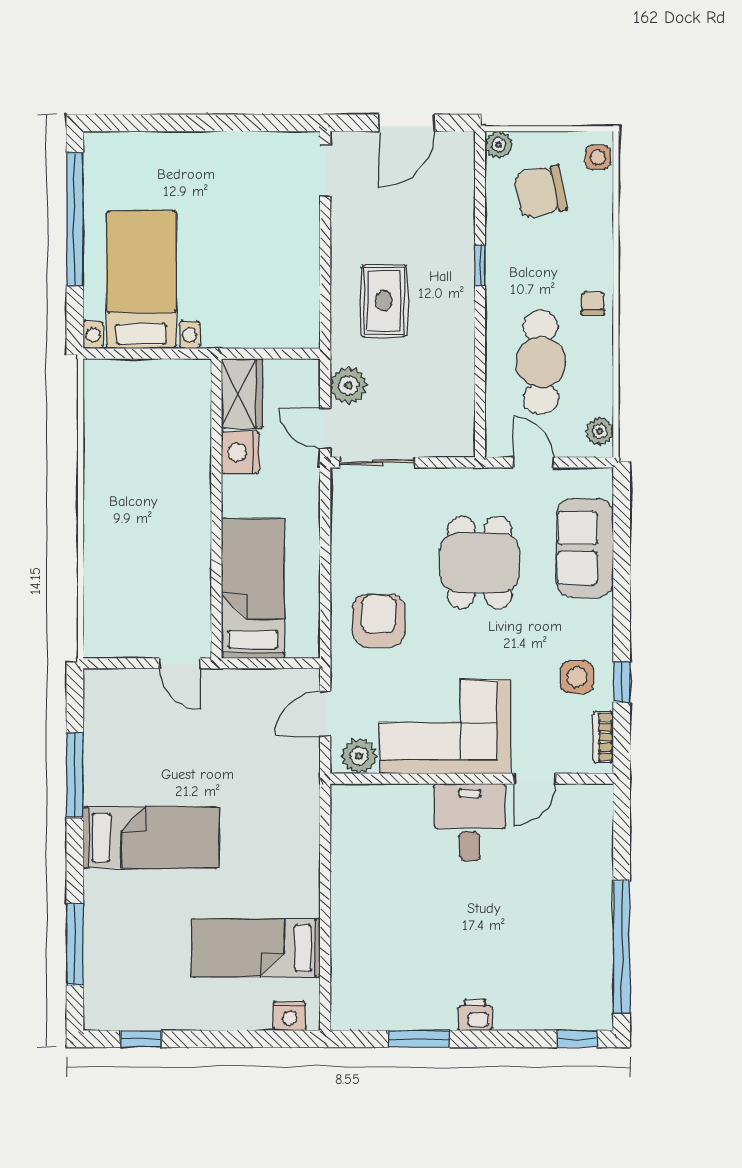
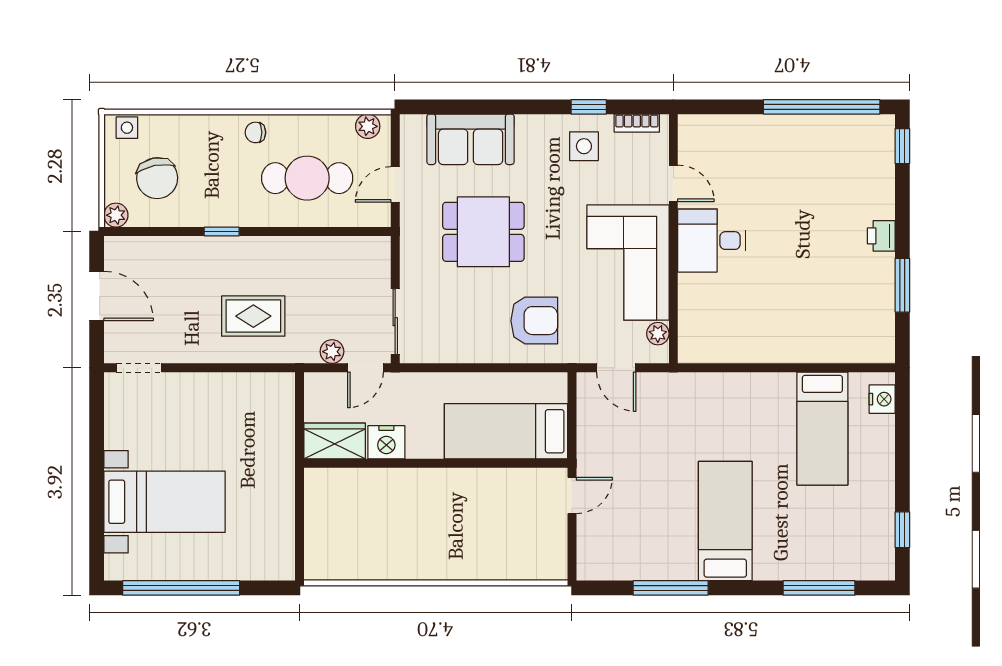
bed with nightstands: (141, 280) -> (165, 502), moved, turned 180
plant: (349, 385) -> (332, 352), width x0.73, depth x0.73
armchair: (379, 620) -> (534, 321), turned 180
plant: (359, 756) -> (658, 334), width x0.73, depth x0.73

